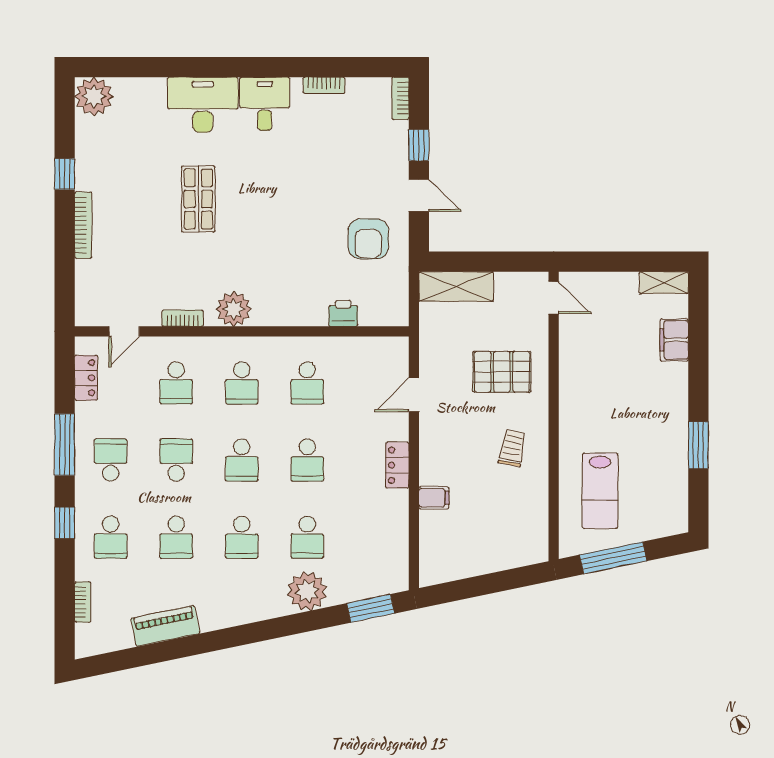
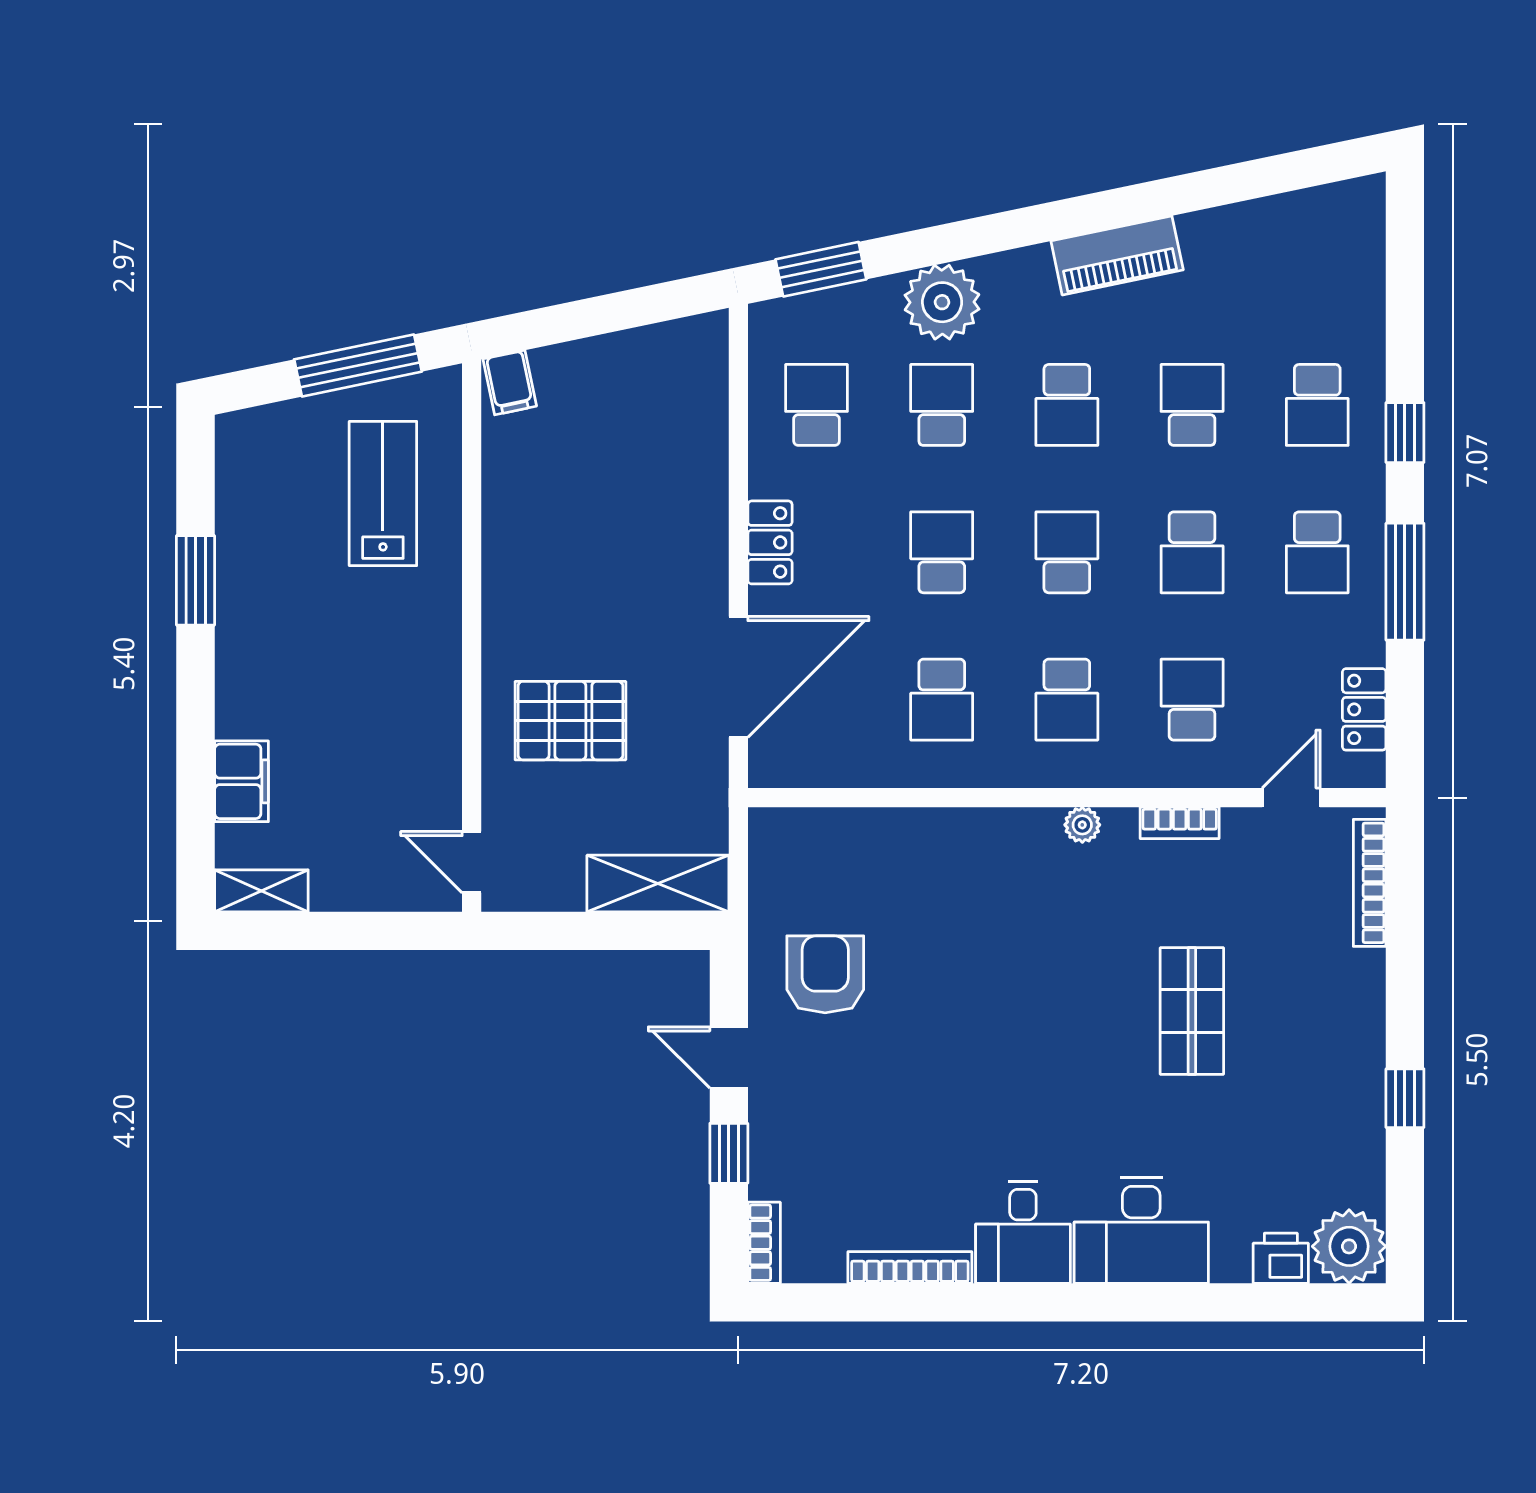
bookcase: (324, 85) -> (910, 1267), width x1.56
shop shelf: (198, 199) -> (1192, 1011), moved
bookcase: (83, 225) -> (1370, 883), moved
plant: (234, 309) -> (1082, 825), width x0.53, depth x0.53
printer: (343, 313) -> (1281, 1258), moved, turned 180
school desk: (242, 383) -> (1067, 700), turned 180
school desk: (307, 383) -> (942, 700), turned 180
door: (414, 395) -> (738, 677), width x1.87
trolley: (512, 448) -> (551, 575), removed
filing cabinet: (434, 498) -> (510, 383), moved, turned -102
school desk: (111, 537) -> (1317, 405), turned 180
school desk: (242, 537) -> (1067, 405), turned 180
school desk: (373, 537) -> (817, 405), added
bookcase: (83, 602) -> (1370, 281), removed
piano: (165, 626) -> (1117, 255), moved

